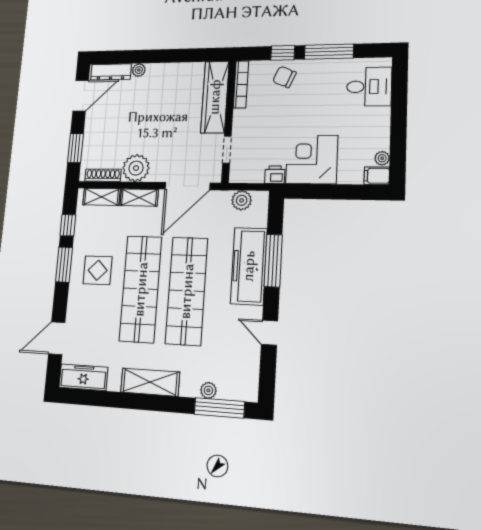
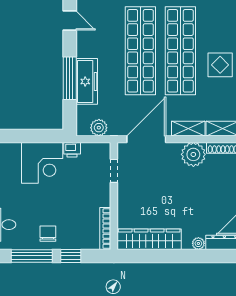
chair: (284, 77) -> (48, 234), moved, turned -113
wardrobe: (215, 97) -> (149, 239), moved, turned -90
freezer: (249, 266) -> (87, 81), width x0.73, depth x0.79

